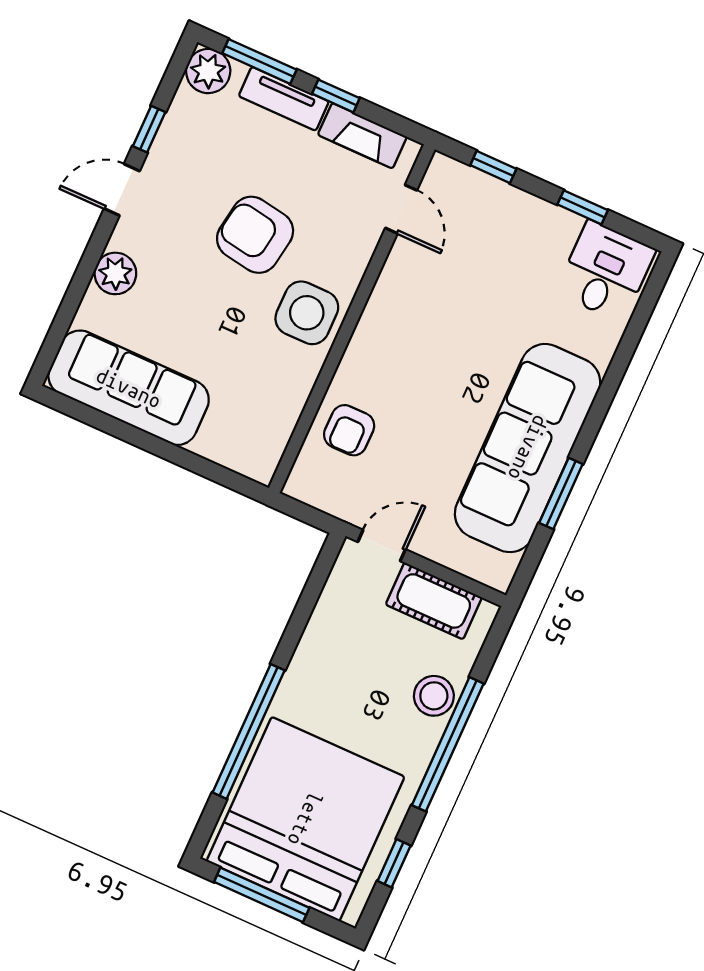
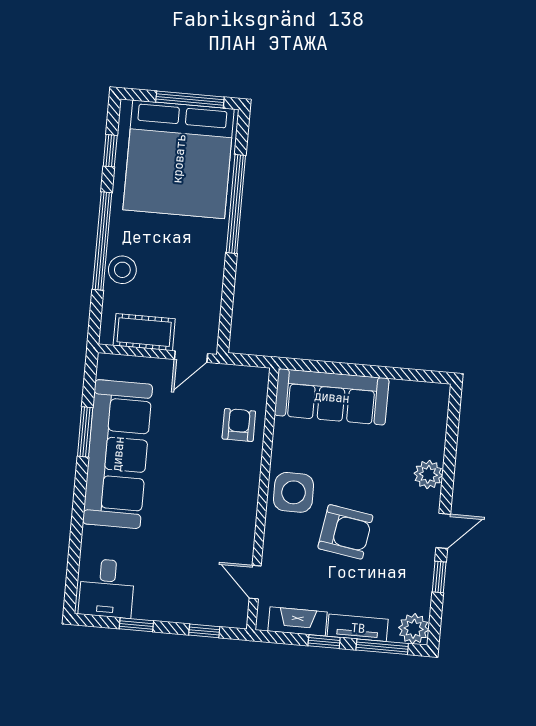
sofa: (129, 388) -> (332, 397), moved

